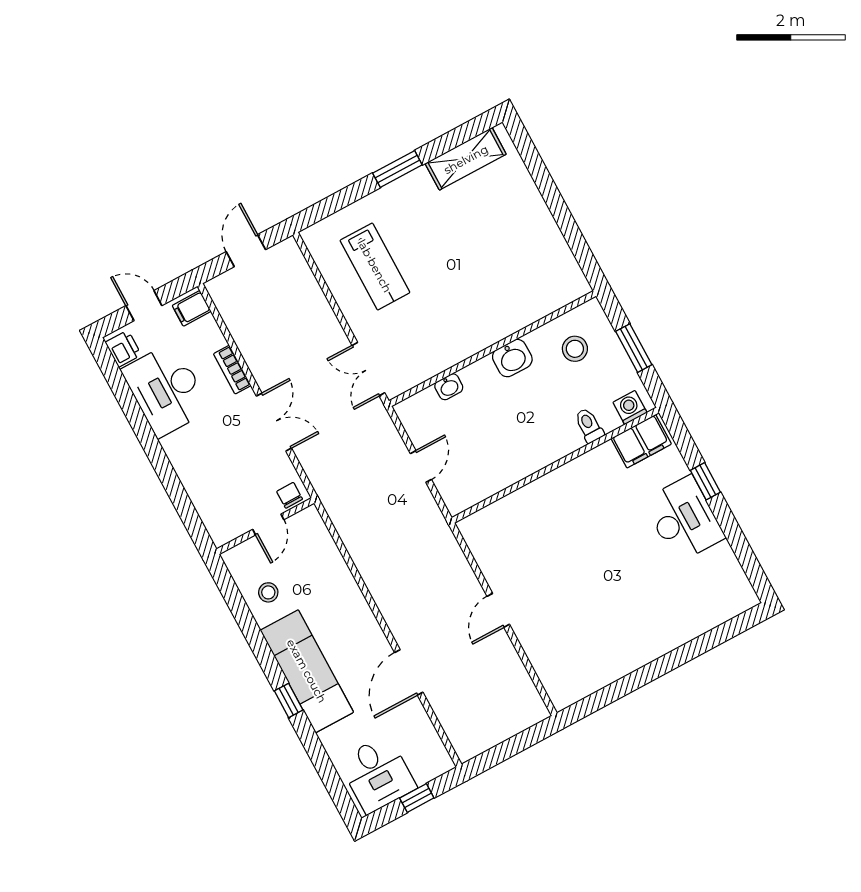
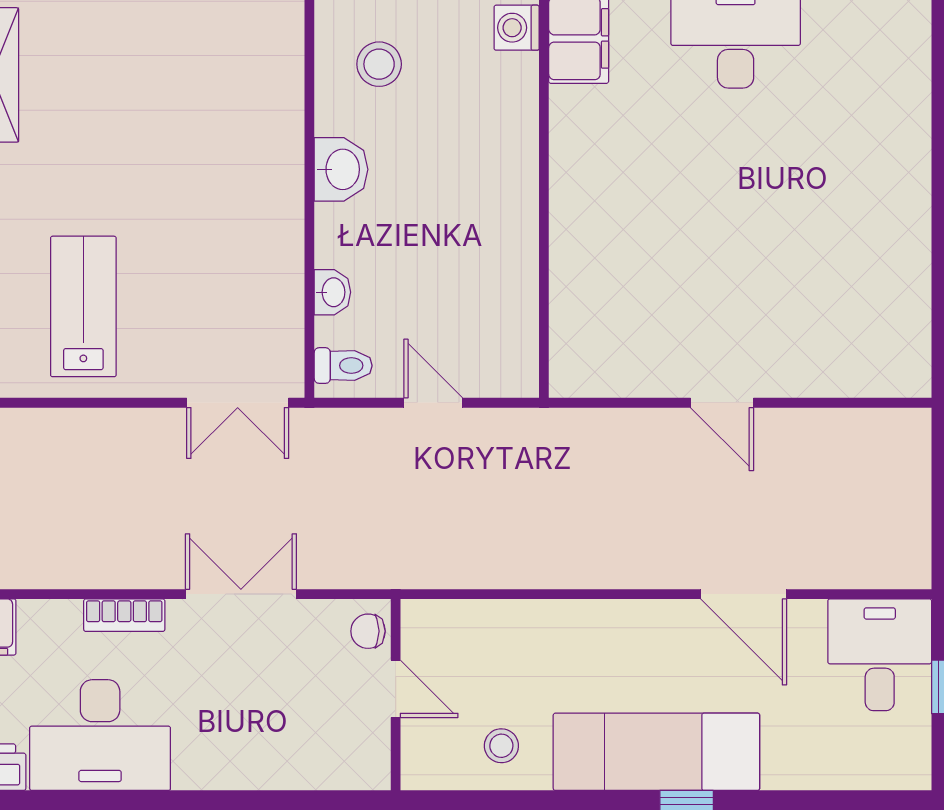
lab bench: (375, 266) -> (83, 306), turned -90
toilet: (589, 425) -> (343, 366), moved, turned 180
desk: (377, 774) -> (880, 655), moved, turned -90

